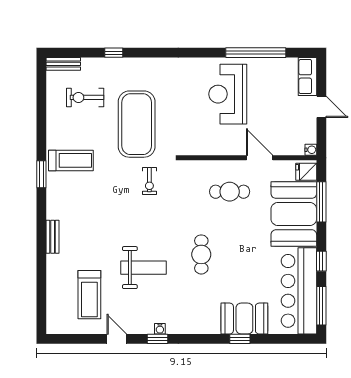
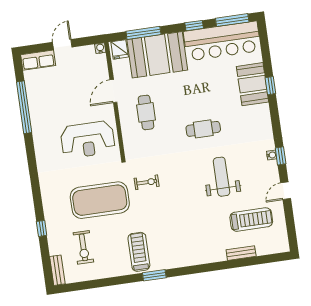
reception desk: (228, 94) -> (88, 140), moved
bench: (53, 237) -> (241, 253), moved

